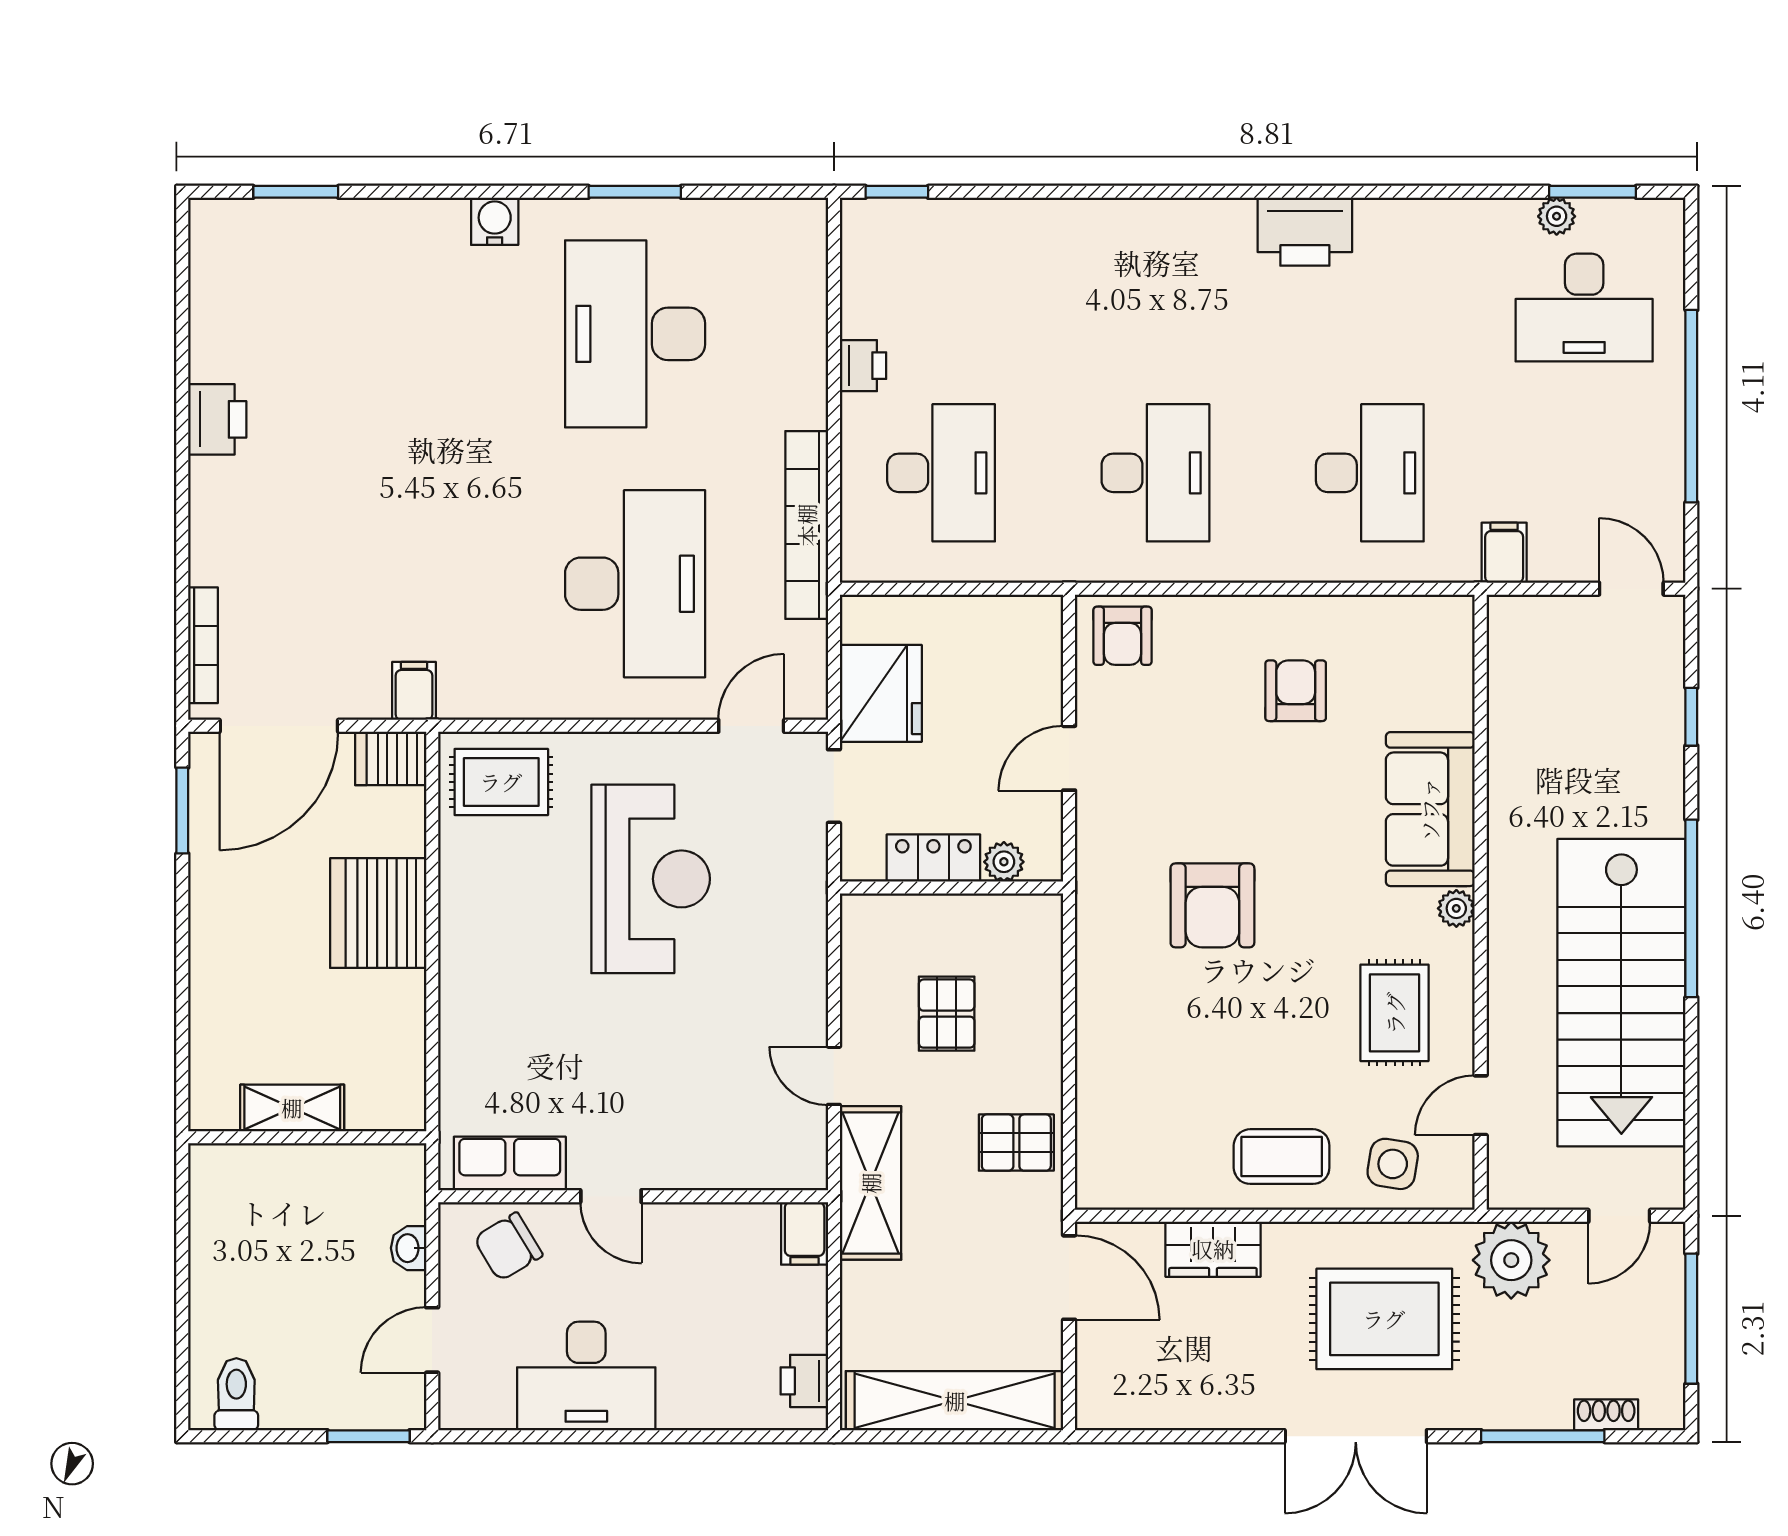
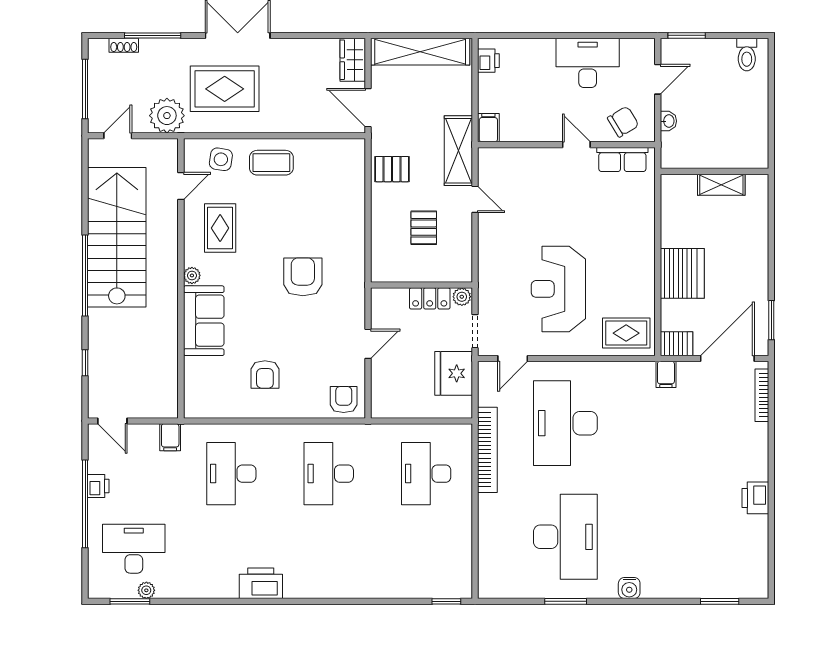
printer: (863, 366) -> (98, 486), moved, turned 180
plant: (1004, 862) -> (462, 297), moved
wardrobe: (1213, 1249) -> (353, 60), moved, turned -90

